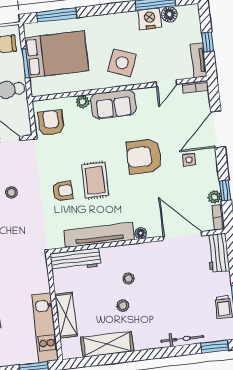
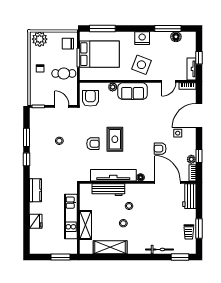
nightstand: (150, 19) -> (142, 38), moved
armchair: (144, 156) -> (160, 149), moved, width x0.53, depth x0.53
workbench: (75, 260) -> (108, 190), moved
kitchen unit: (45, 328) -> (71, 216), moved

